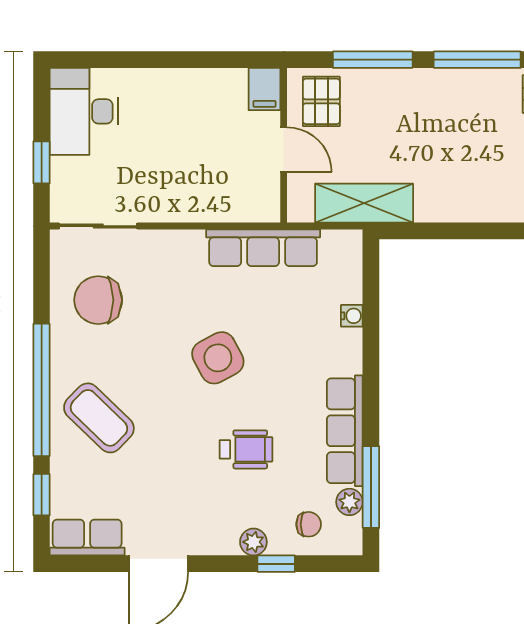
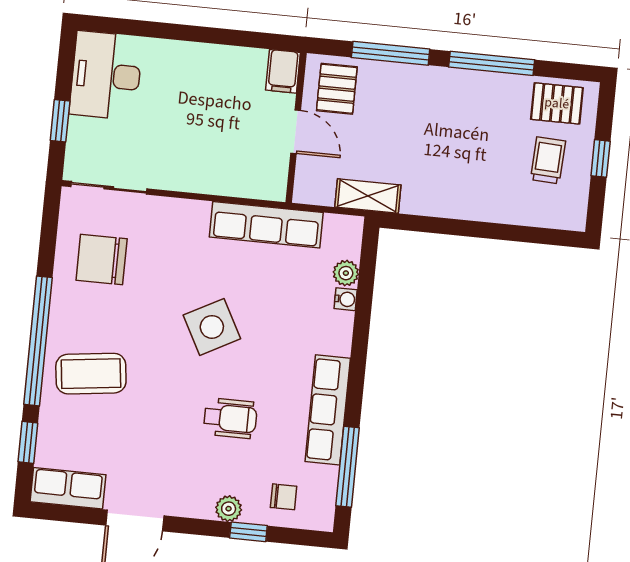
shelving: (364, 203) -> (368, 196), width x0.67, depth x0.75
coffee table: (99, 418) -> (91, 374), turned -51
plant: (349, 502) -> (346, 273), moved

